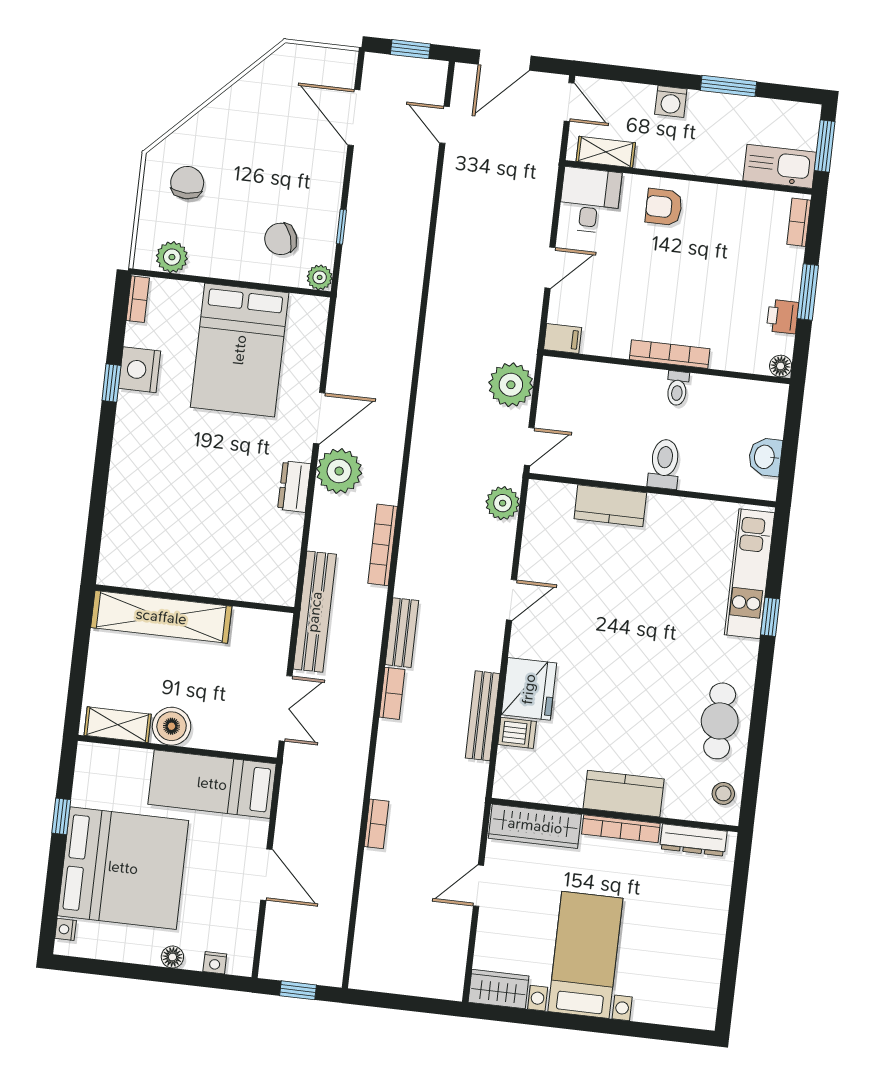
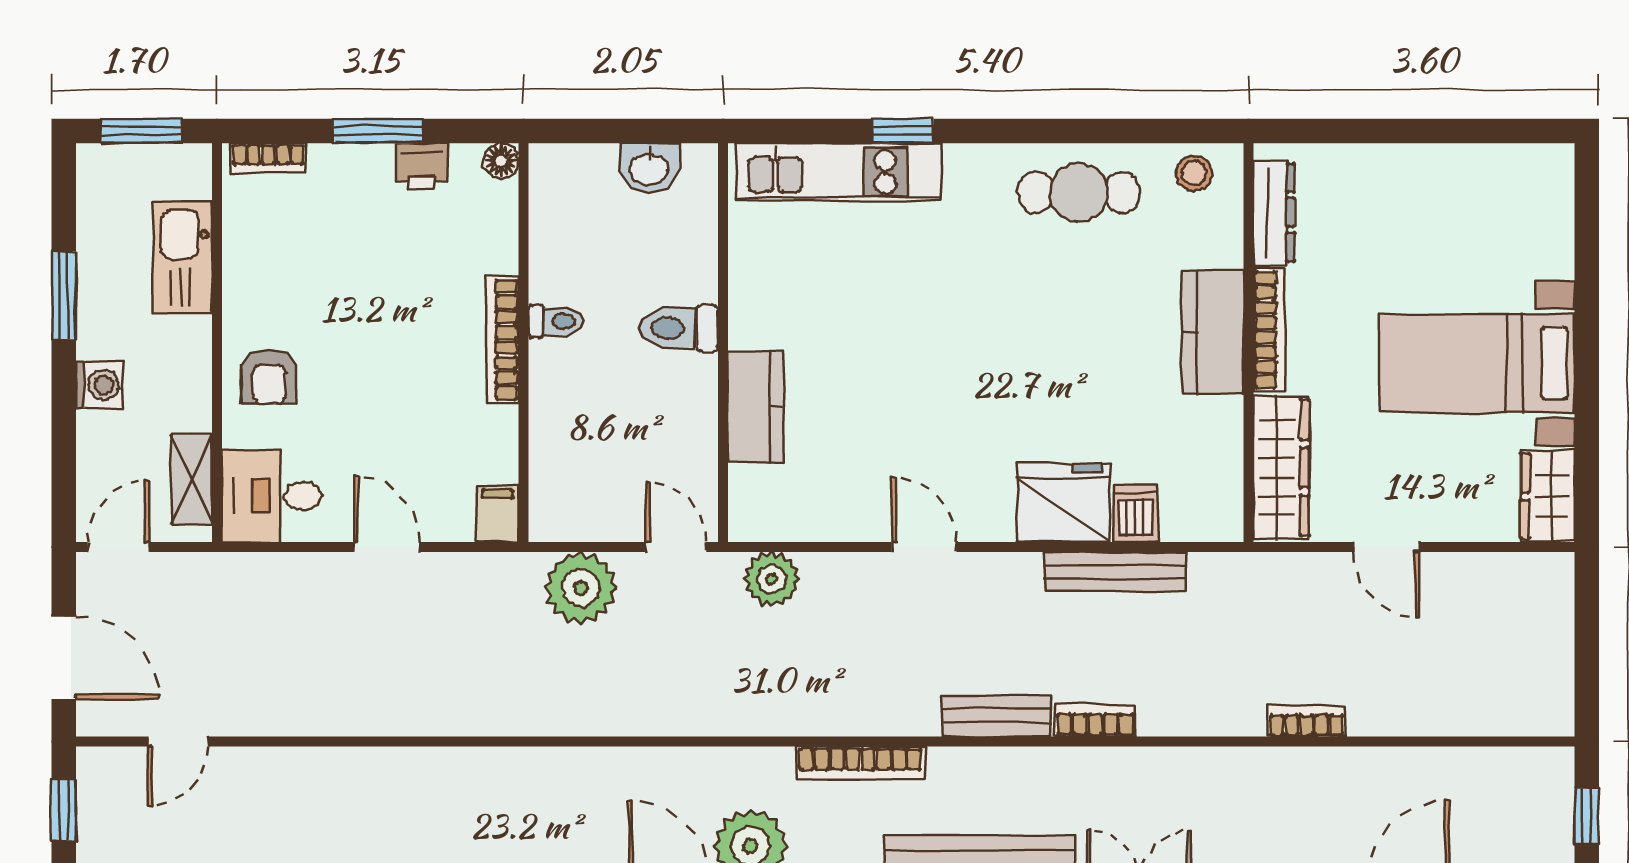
kitchen sink: (780, 166) -> (183, 257), moved

